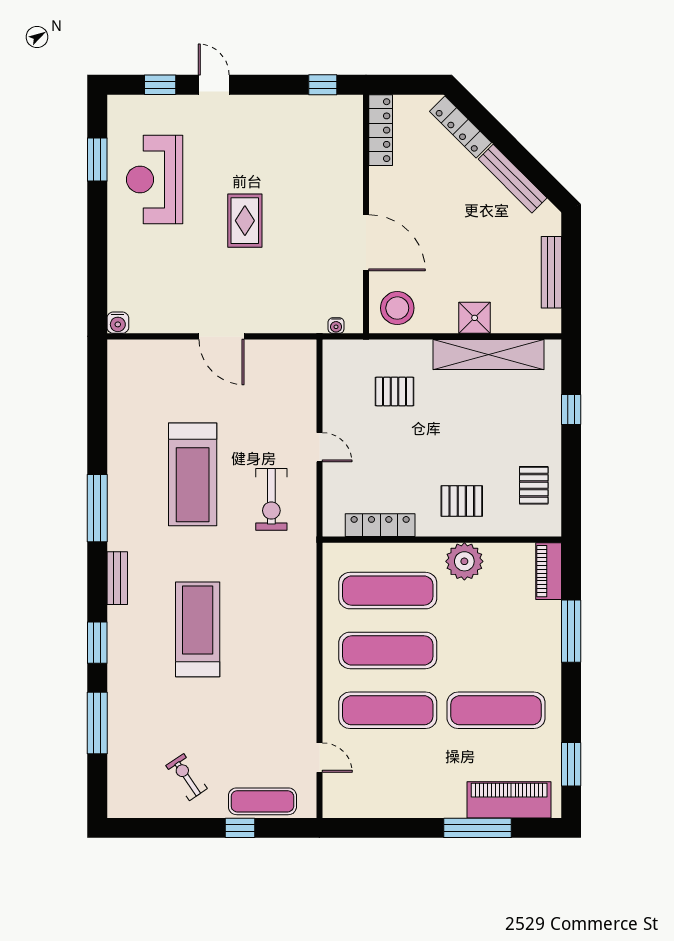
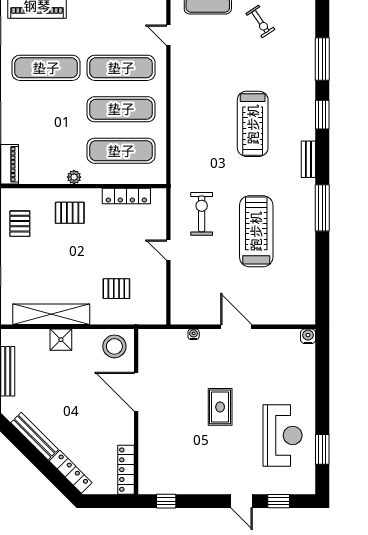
water cooler: (336, 326) -> (194, 334), moved
plant: (464, 561) -> (74, 177), width x0.53, depth x0.53

